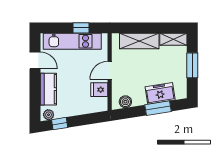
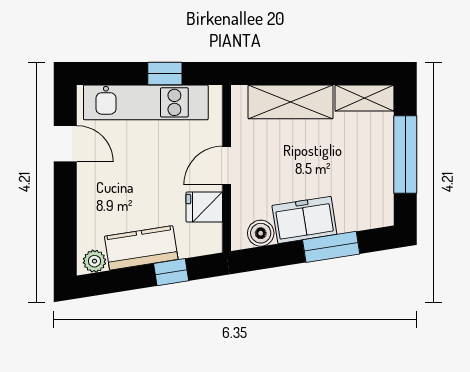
window: (192, 65) -> (405, 155), width x1.44
kitchen counter: (48, 89) -> (141, 248), moved, turned -99
freezer: (160, 93) -> (304, 220), moved
window: (60, 124) -> (171, 272), moved

